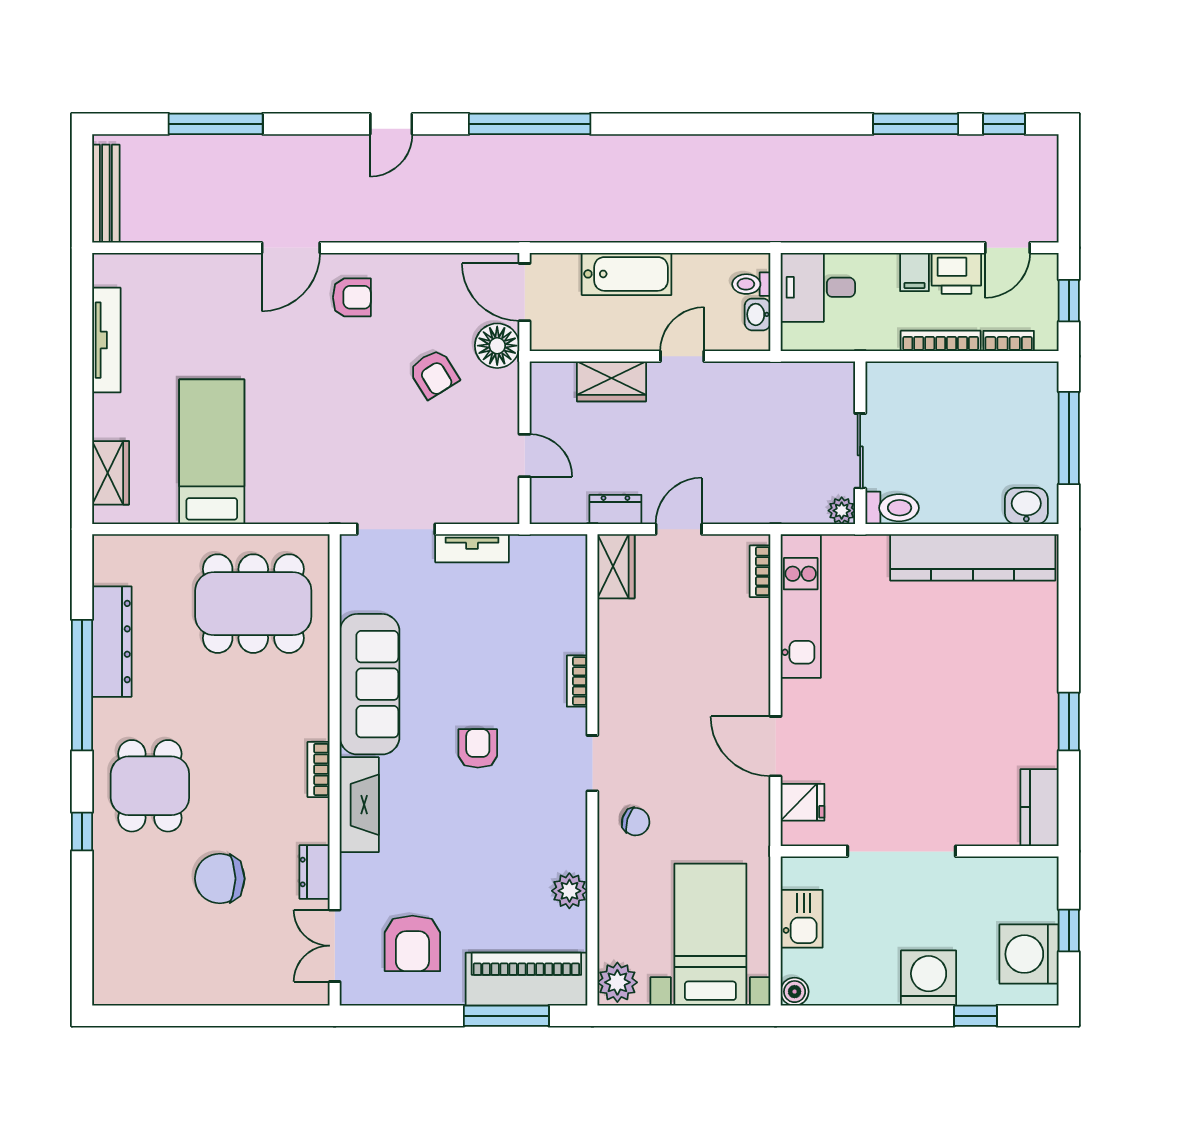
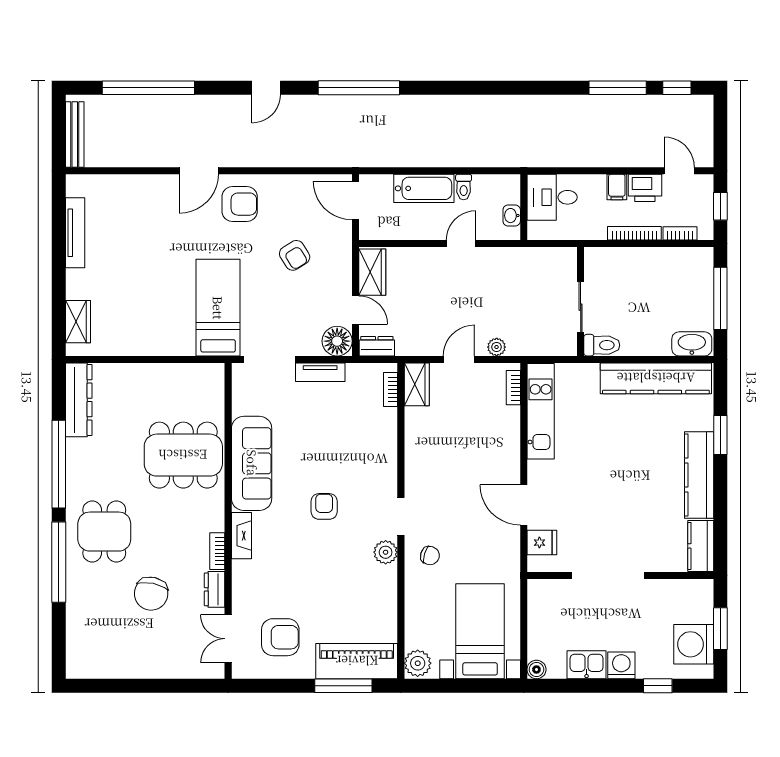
window: (216, 124) -> (148, 88), width x1.46
door: (1008, 248) -> (679, 171), swing flipped
toilet: (751, 284) -> (464, 187), moved, turned -90
armchair: (352, 297) -> (240, 204), width x1.38, depth x1.38
floor lamp: (497, 346) -> (337, 341), moved
wardrobe: (611, 381) -> (372, 272), moved, turned -90
bed: (212, 452) -> (218, 308), moved
washbasin: (1026, 506) -> (692, 344), width x1.38
dresser: (615, 509) -> (377, 346), moved
plant: (842, 511) -> (497, 347), moved
dining table: (253, 604) -> (183, 455), moved
dresser: (112, 642) -> (79, 400), moved
bookcase: (577, 681) -> (391, 390), moved
kitchen counter: (1037, 701) -> (699, 475), added
window: (1069, 721) -> (720, 435), moved
bookcase: (318, 769) -> (217, 551), moved
fireplace: (359, 805) -> (241, 536), width x0.73, depth x0.76
window: (82, 831) -> (59, 562), width x3.17
chair: (220, 879) -> (151, 594), turned -78
plant: (569, 891) -> (386, 552), moved
kitchen sink: (802, 919) -> (587, 665), moved, turned -90
window: (1069, 931) -> (720, 629), width x1.50
armchair: (412, 943) -> (280, 637), turned -90
washing machine: (929, 978) -> (621, 665), width x0.73, depth x0.73

